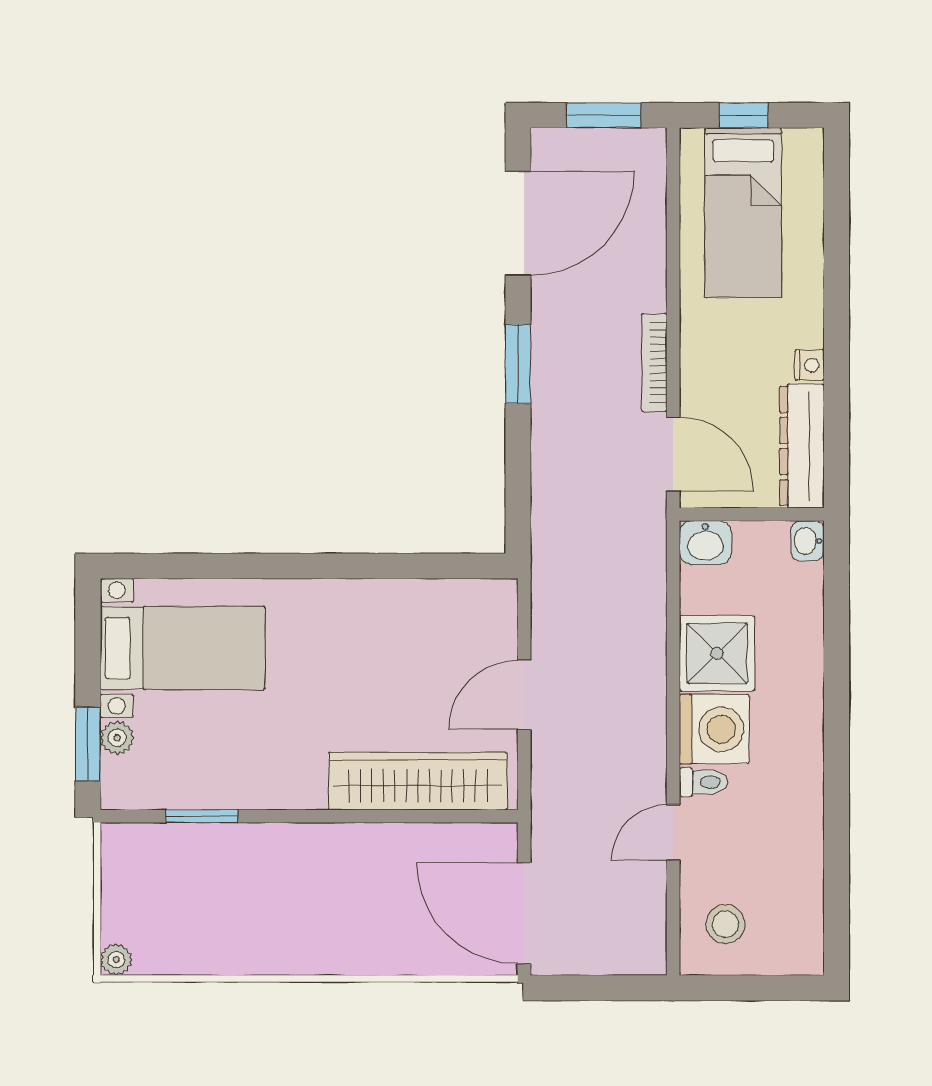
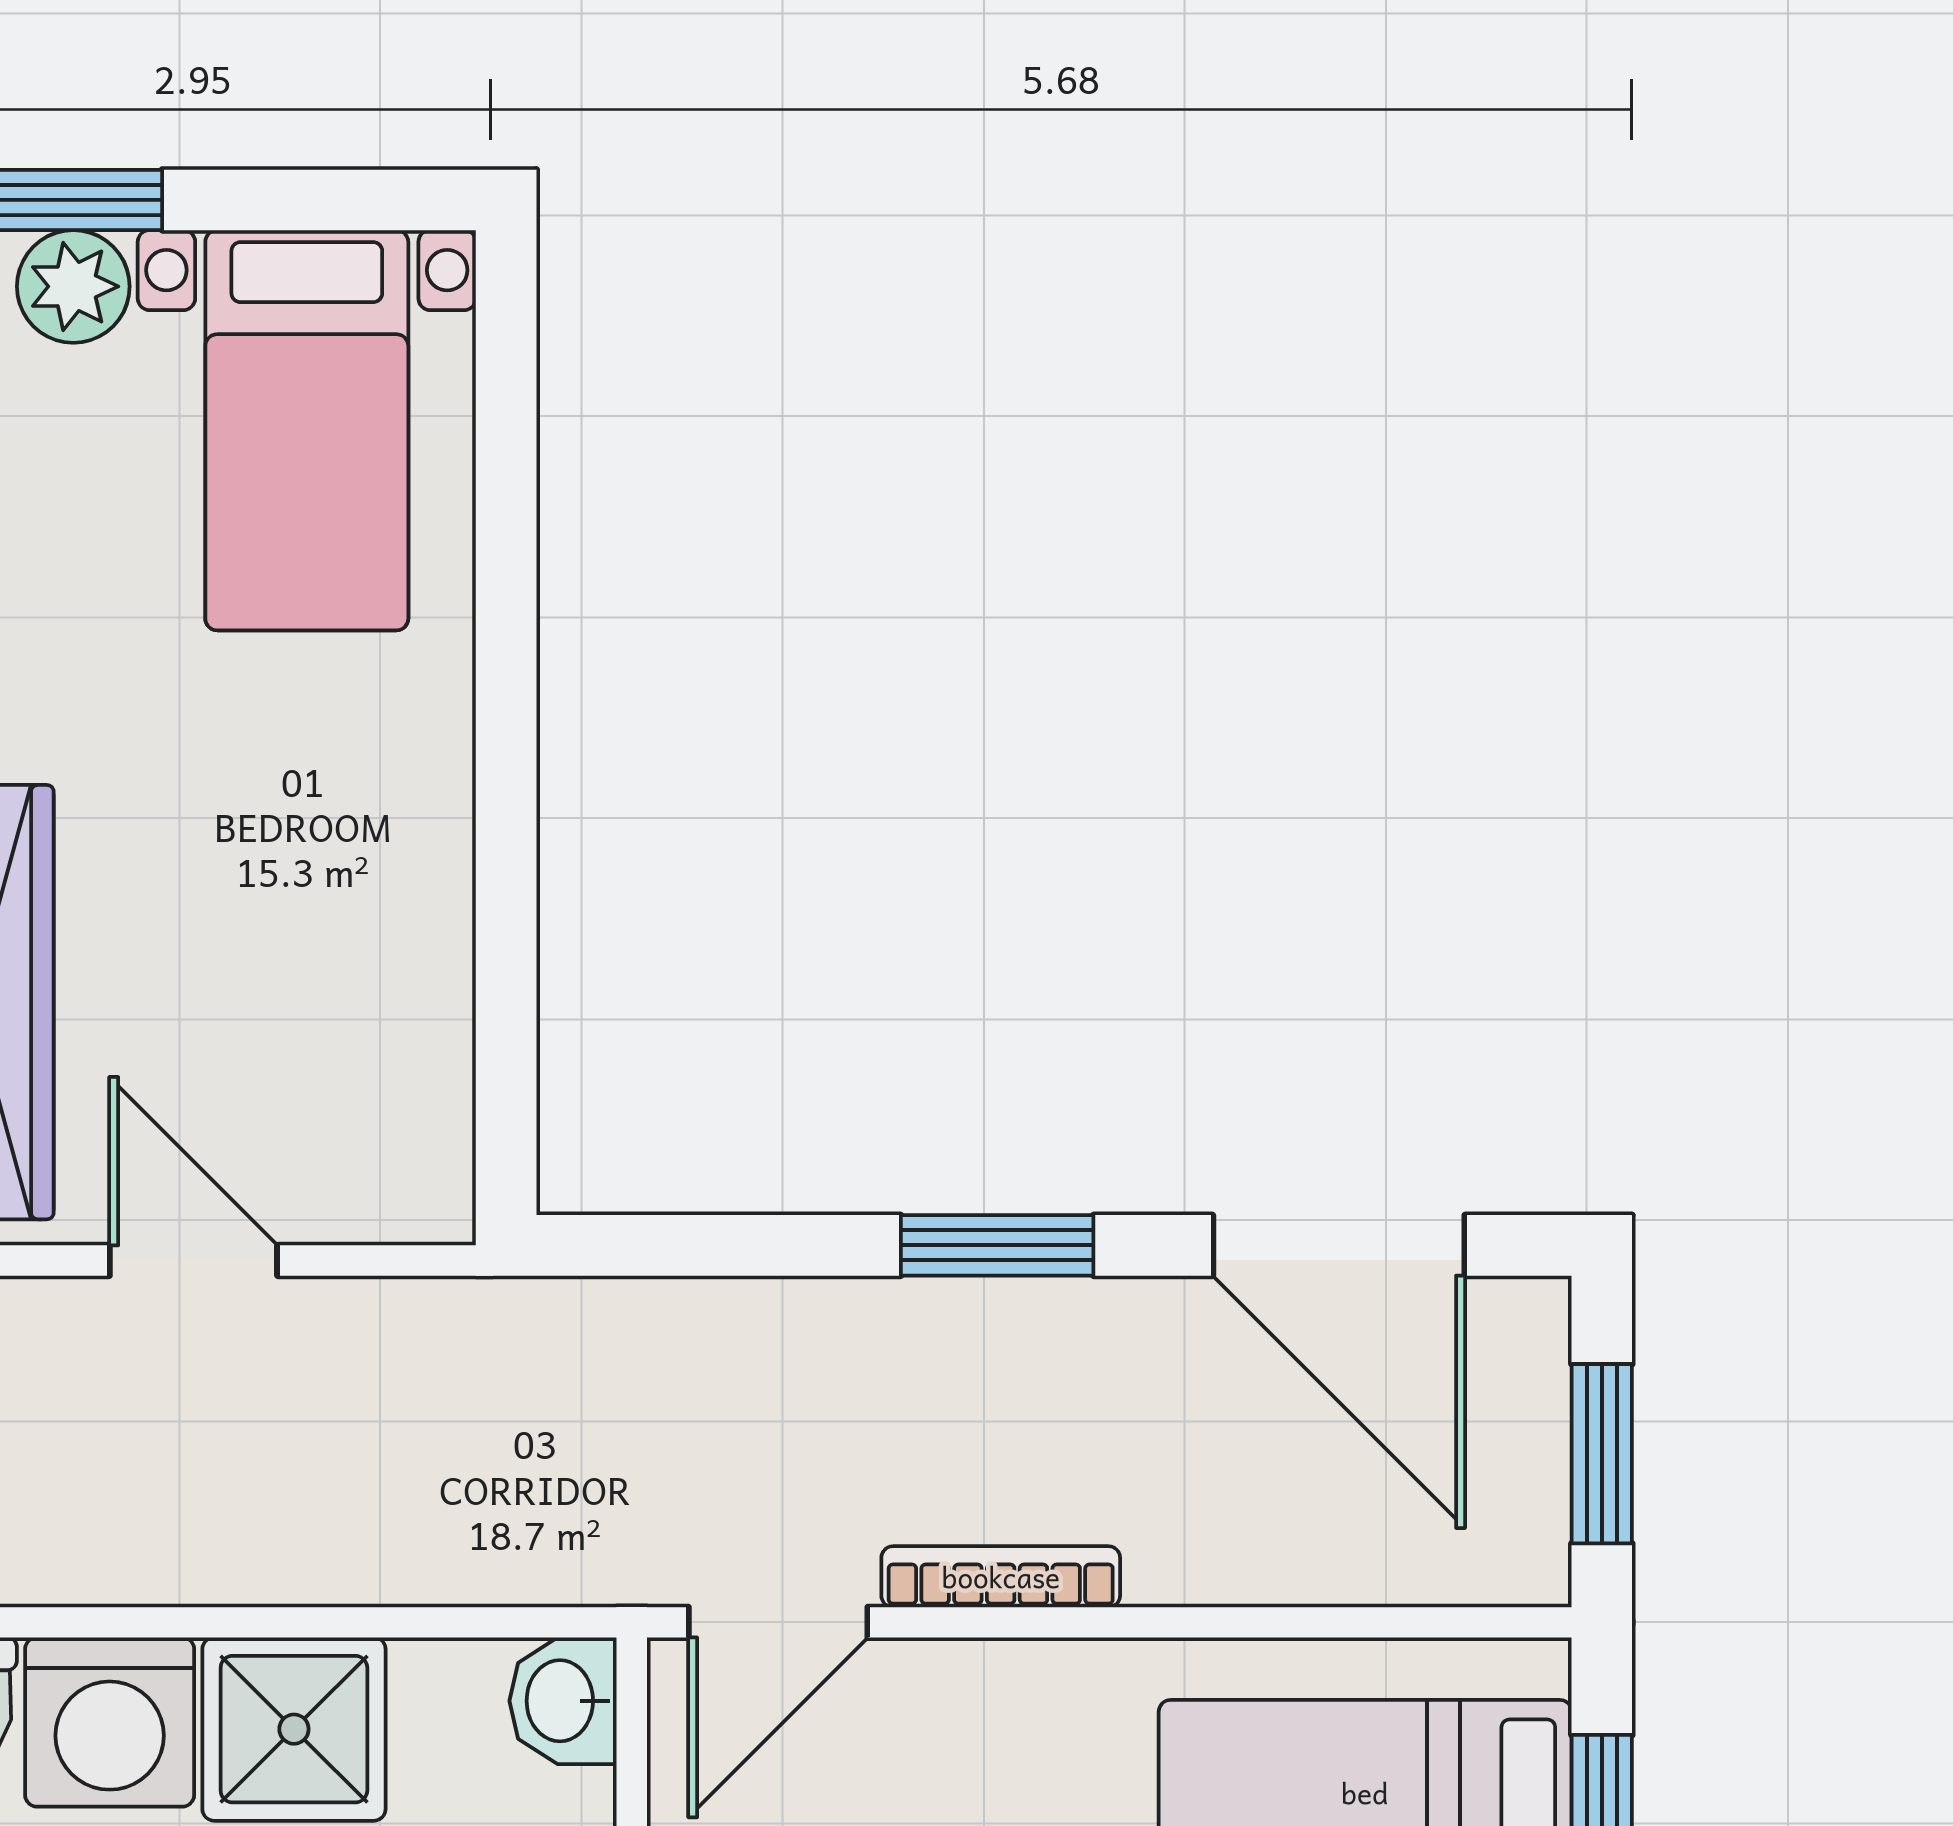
plant: (117, 738) -> (73, 286), width x1.38, depth x1.38

